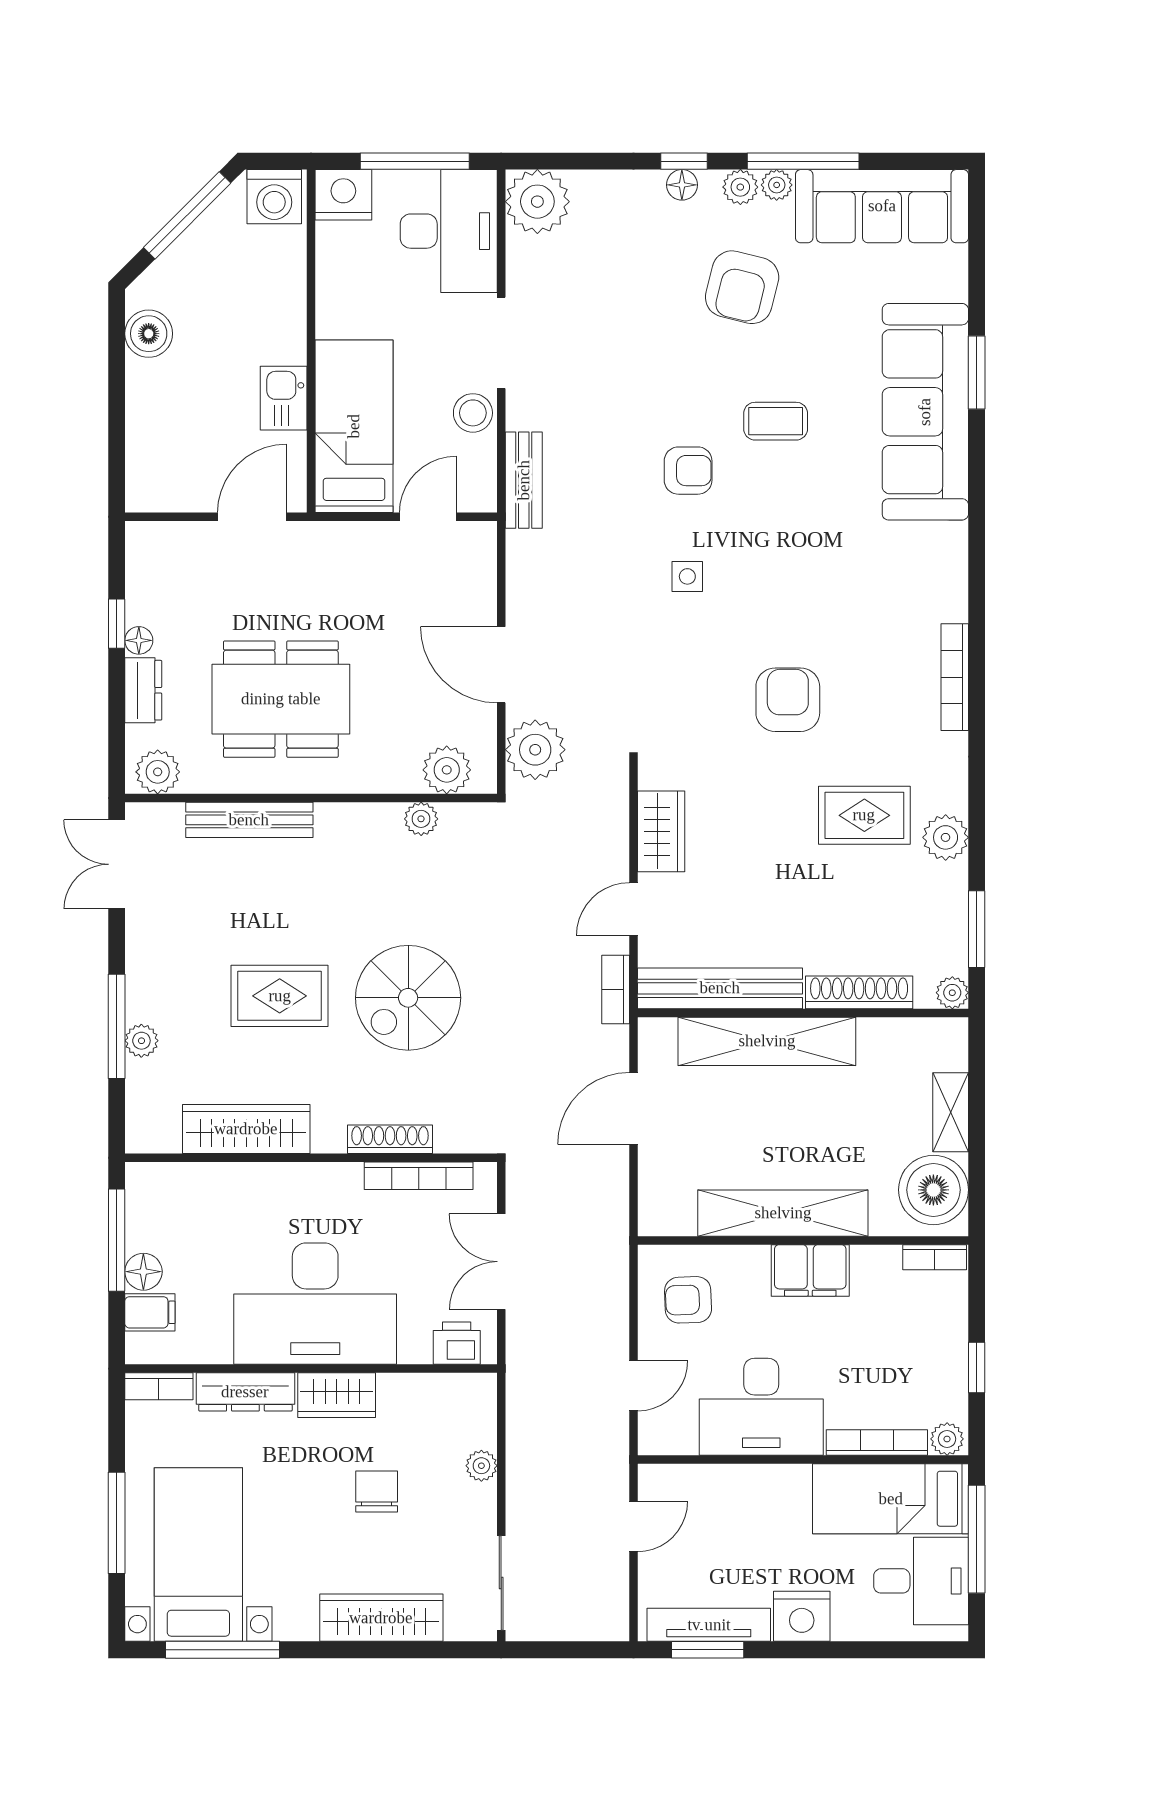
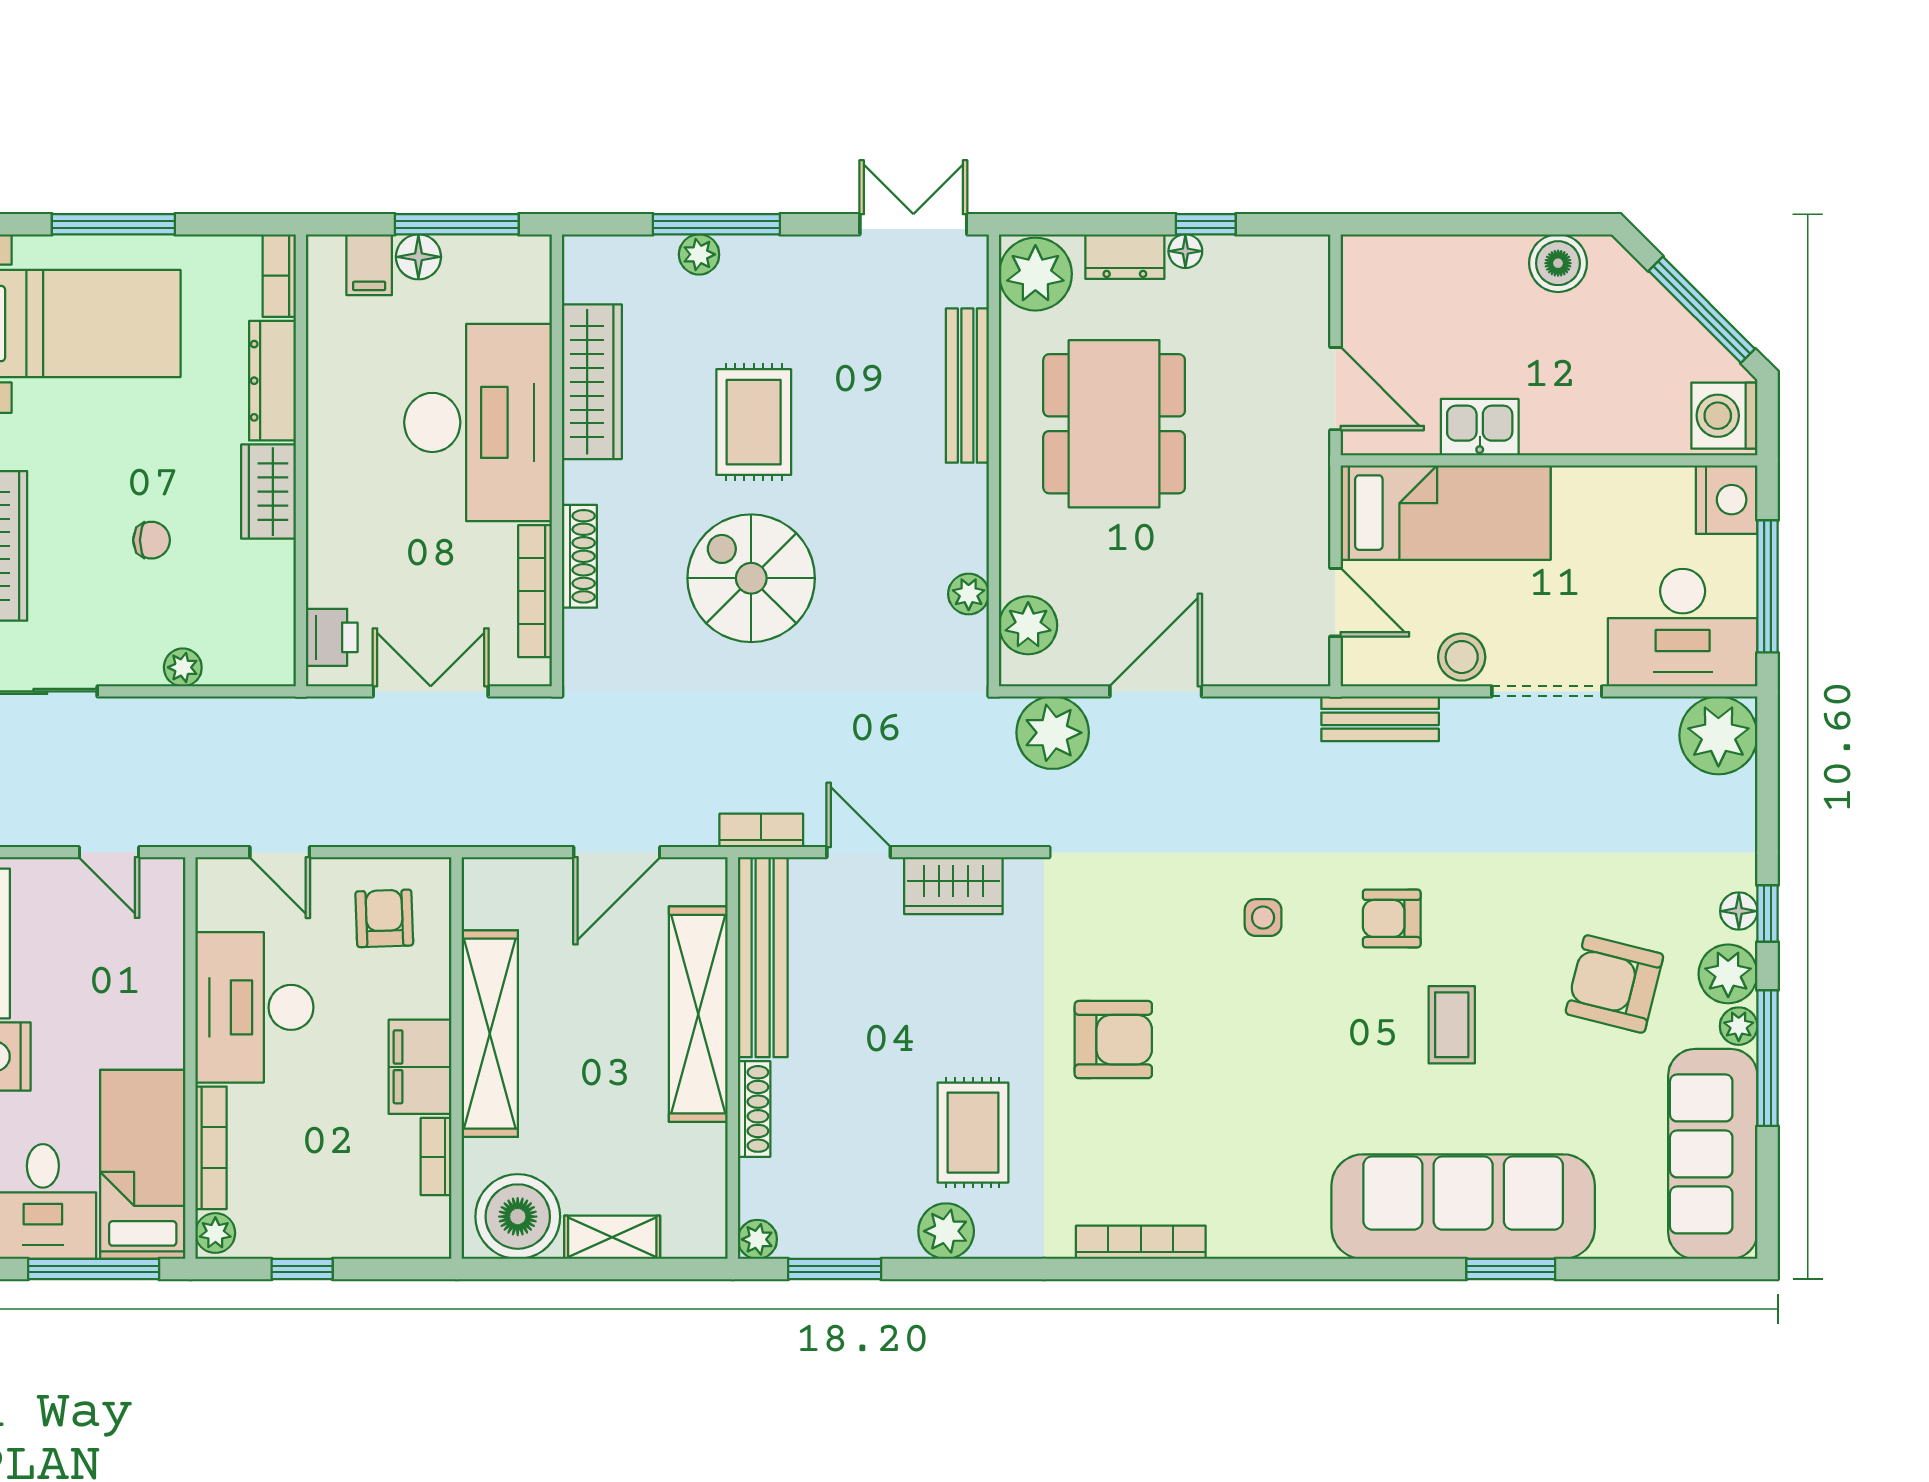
plant: (740, 187) -> (1728, 974), width x1.38, depth x1.38
armchair: (688, 471) -> (1392, 918), turned 90
plant: (158, 772) -> (1035, 274), width x1.36, depth x1.36
shoe rack: (859, 992) -> (754, 1109), width x0.74, depth x0.81
door: (633, 1108) -> (617, 852), swing flipped
bookcase: (935, 1257) -> (436, 1157), moved
desk: (315, 1304) -> (478, 422), moved, turned 180
chair: (377, 1491) -> (152, 540), width x0.73, depth x0.73

